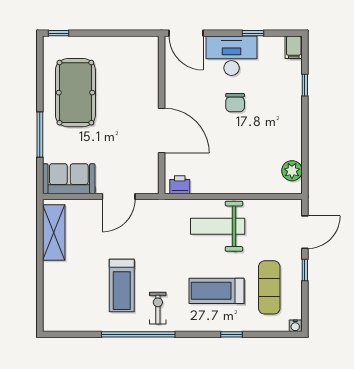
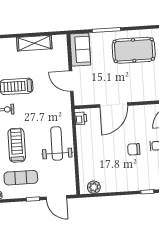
shelving: (54, 232) -> (34, 43), moved

